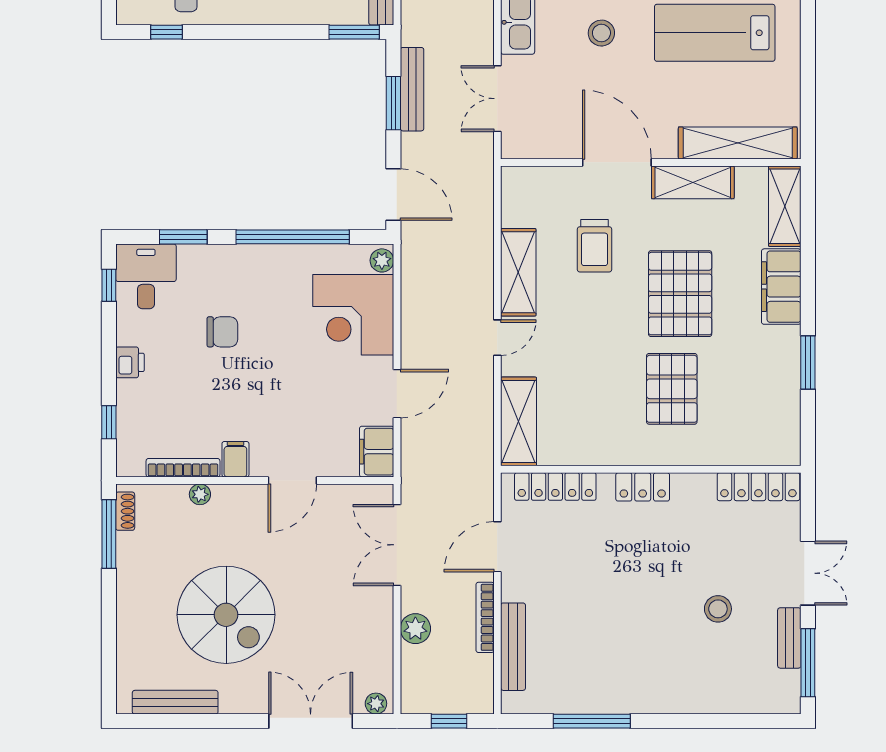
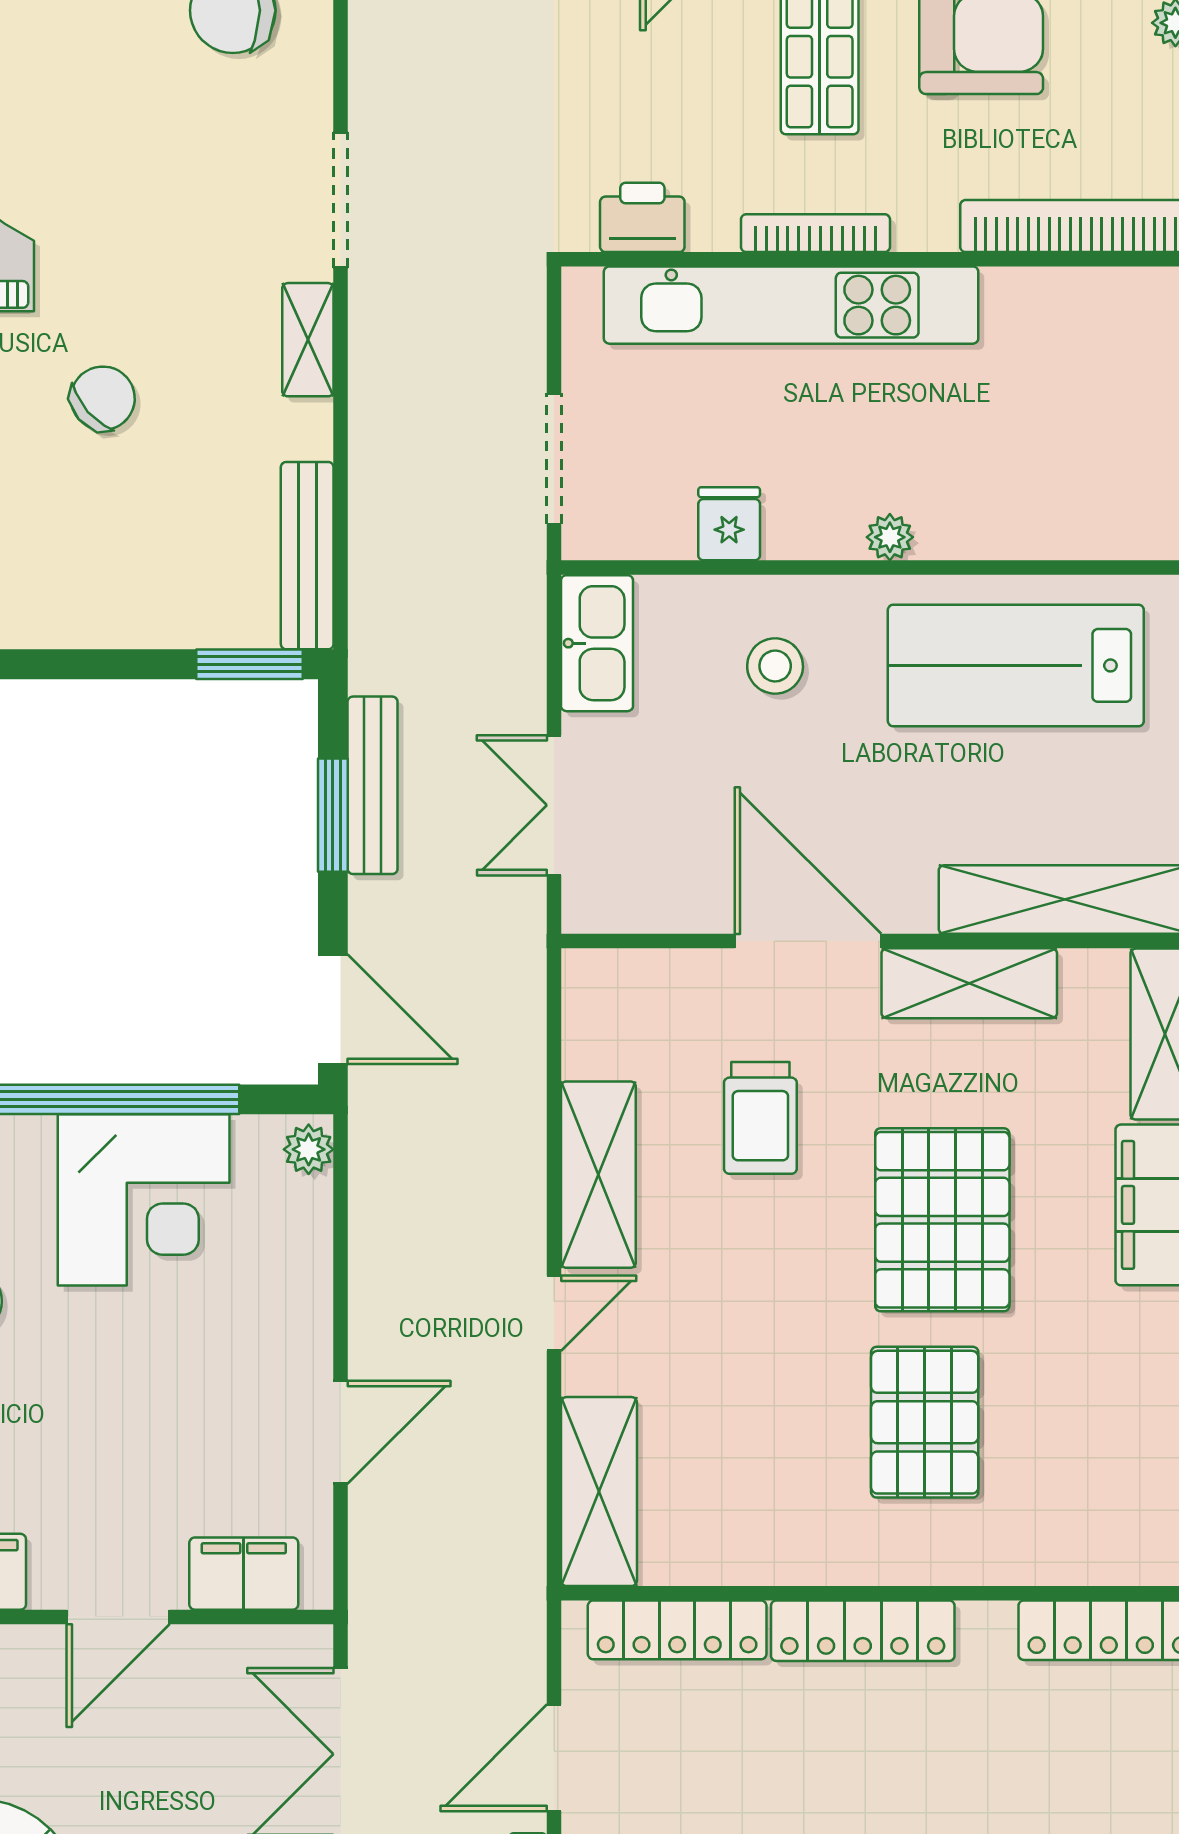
corner desk: (353, 315) -> (144, 1200), moved, turned -90
filing cabinet: (377, 452) -> (244, 1574), moved, turned 90
locker: (643, 487) -> (863, 1631), width x1.53

